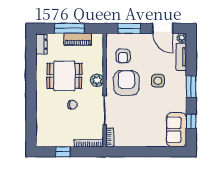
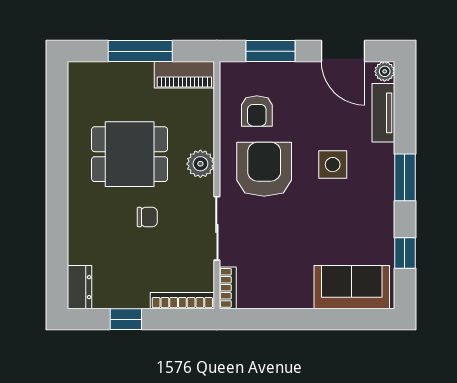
piano: (78, 39) -> (184, 75), moved
dresser: (41, 44) -> (80, 287), moved
sofa: (176, 130) -> (352, 287), moved, turned 90

